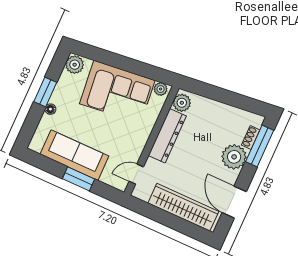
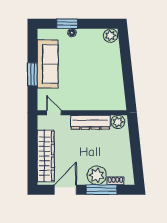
plant: (161, 89) -> (121, 103), removed
window: (45, 92) -> (67, 24), moved
corner sofa: (117, 92) -> (105, 74), removed
window: (260, 146) -> (101, 190), moved

